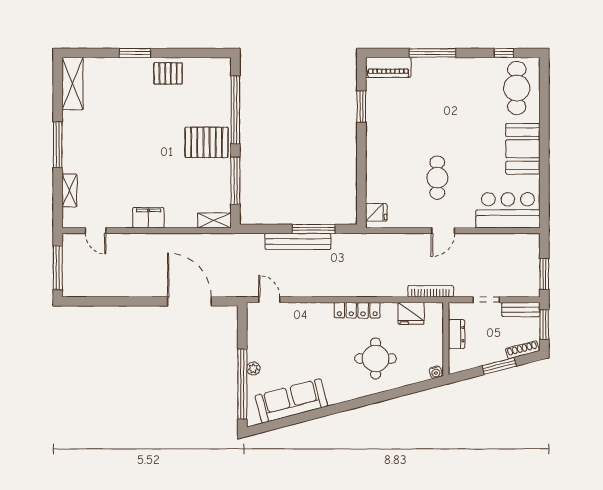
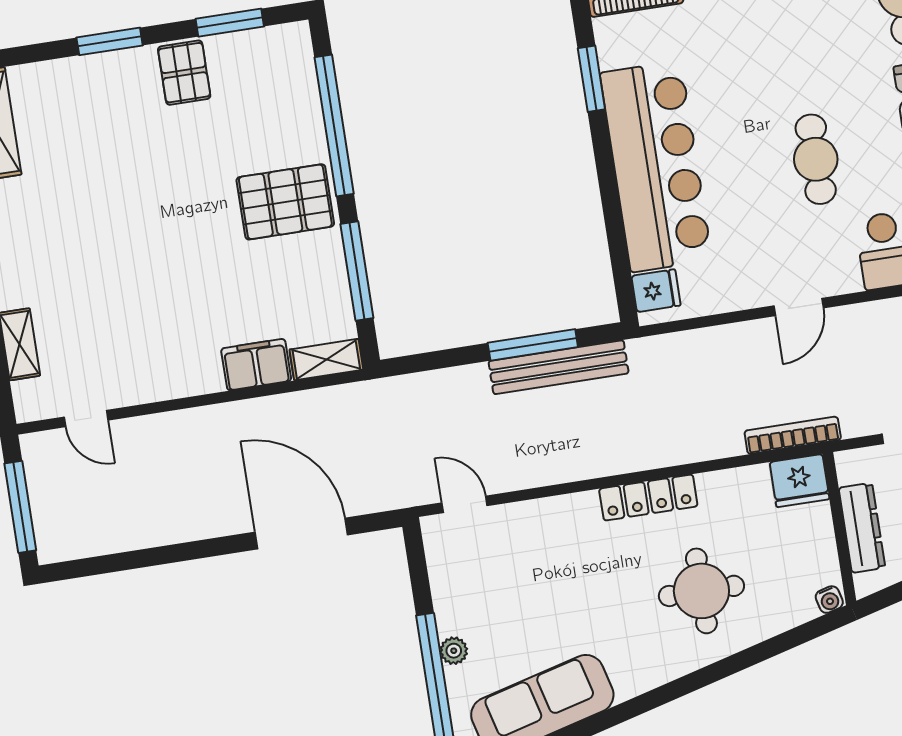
window: (193, 53) -> (230, 23), added
pallet: (168, 73) -> (184, 73), turned 90
bar counter: (386, 153) -> (656, 166), added
cafe table: (437, 178) -> (816, 159), moved
filing cabinet: (149, 218) -> (256, 365), moved
bench: (298, 241) -> (559, 367), moved
fridge: (411, 313) -> (799, 481), moved
dresser: (457, 334) -> (862, 528), width x1.44

